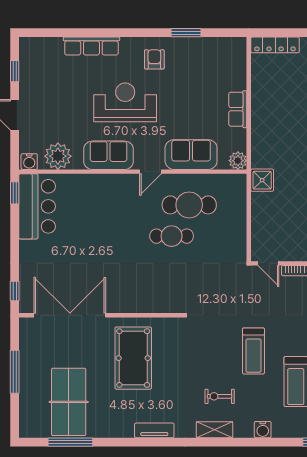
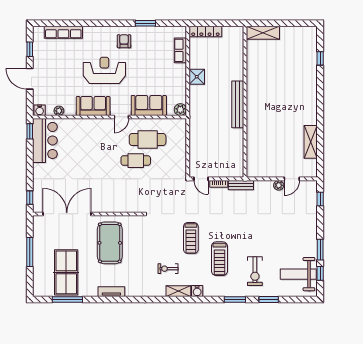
row of seats: (91, 46) -> (63, 32), moved
row of seats: (238, 109) -> (180, 50), moved
plant: (58, 156) -> (59, 111), width x0.53, depth x0.53
shower: (262, 180) -> (197, 77), moved
tv unit: (154, 430) -> (111, 292), moved
shelving: (214, 430) -> (178, 291), moved

